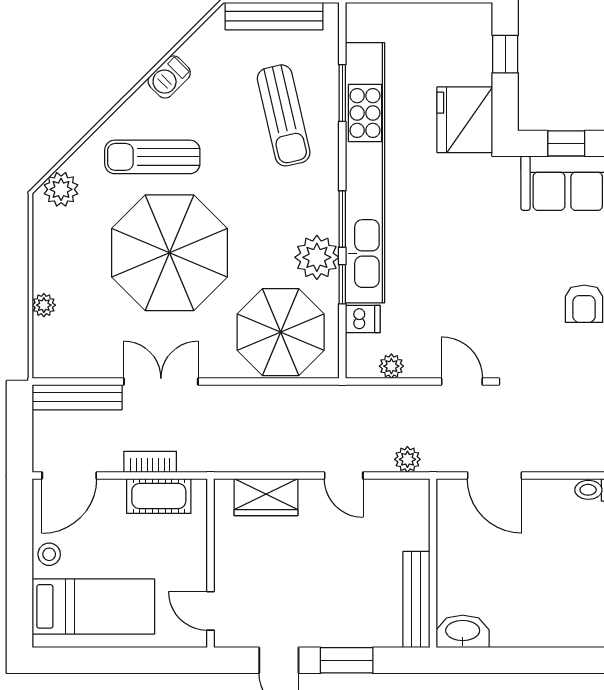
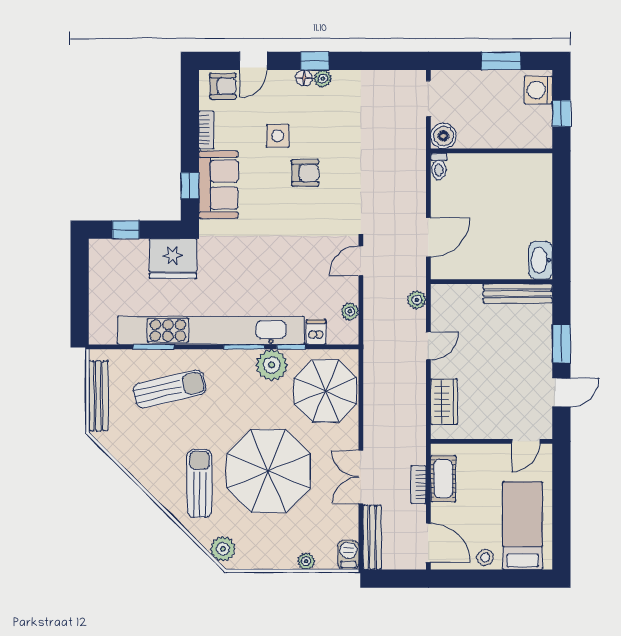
barbecue: (169, 77) -> (348, 555), moved, turned -135
sun lounger: (152, 157) -> (200, 483), turned 180

